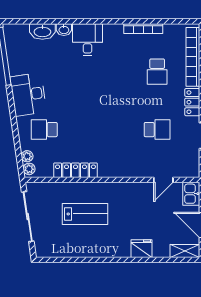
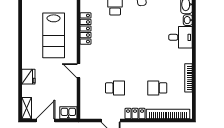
school desk: (157, 130) -> (115, 88), turned -90
door: (163, 180) -> (78, 71), moved
lab bench: (85, 214) -> (54, 35), width x1.36, depth x1.39

